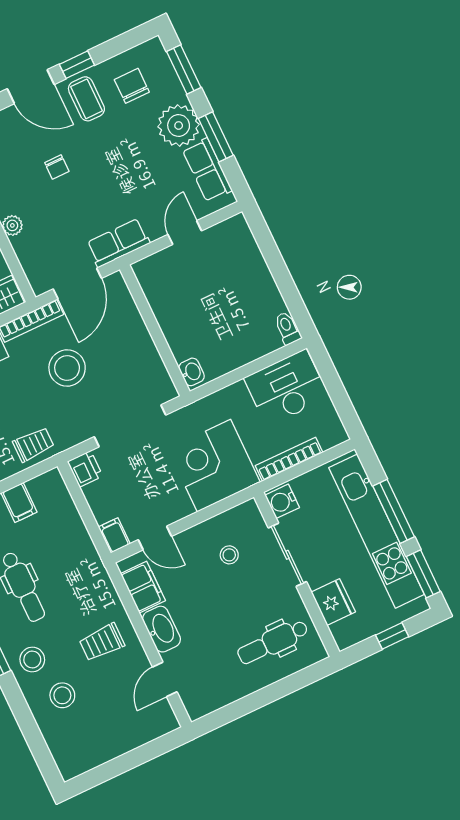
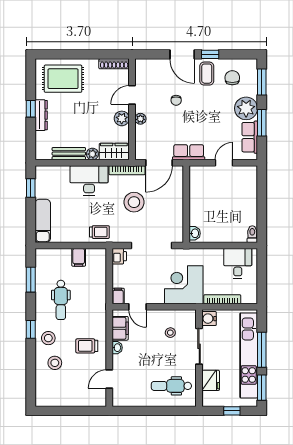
desk: (286, 388) -> (238, 263), width x0.73
washbasin: (162, 629) -> (117, 348), width x0.52, depth x0.69

